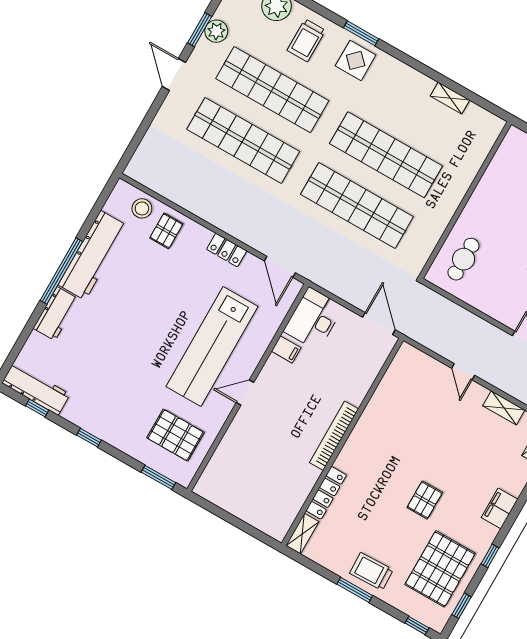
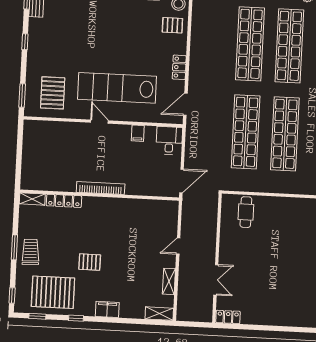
cafe table: (464, 259) -> (246, 212), turned 90
desk: (314, 319) -> (169, 141), width x0.73

